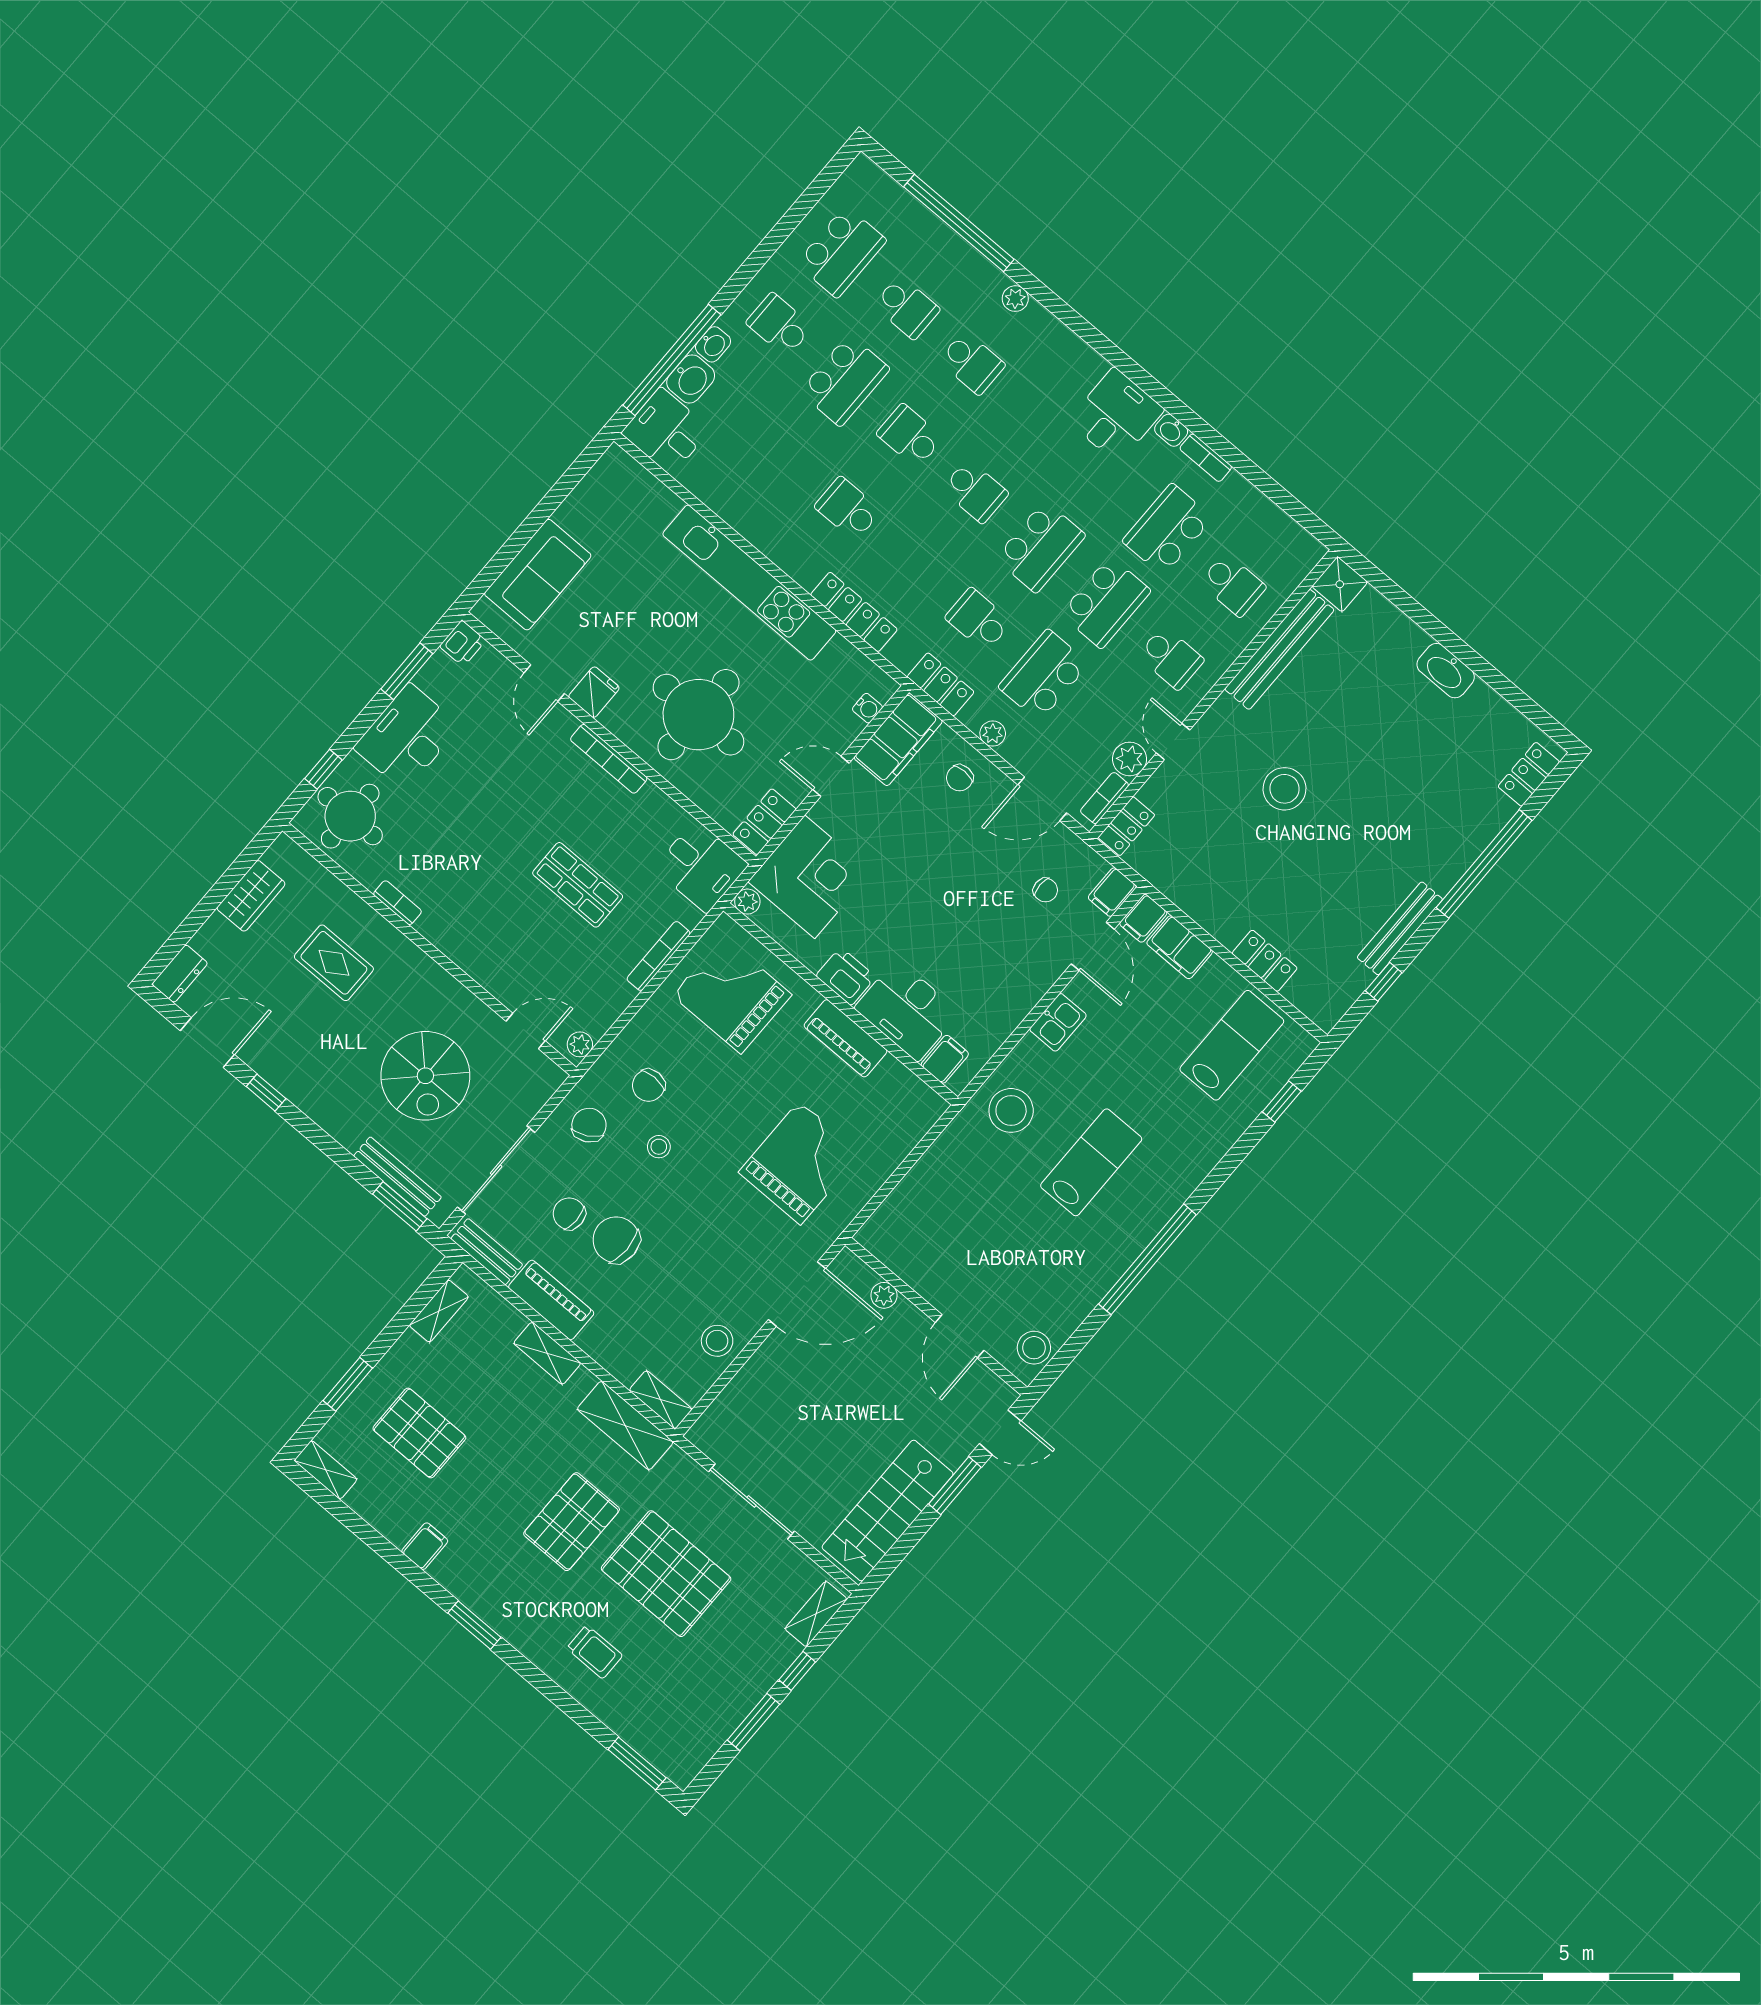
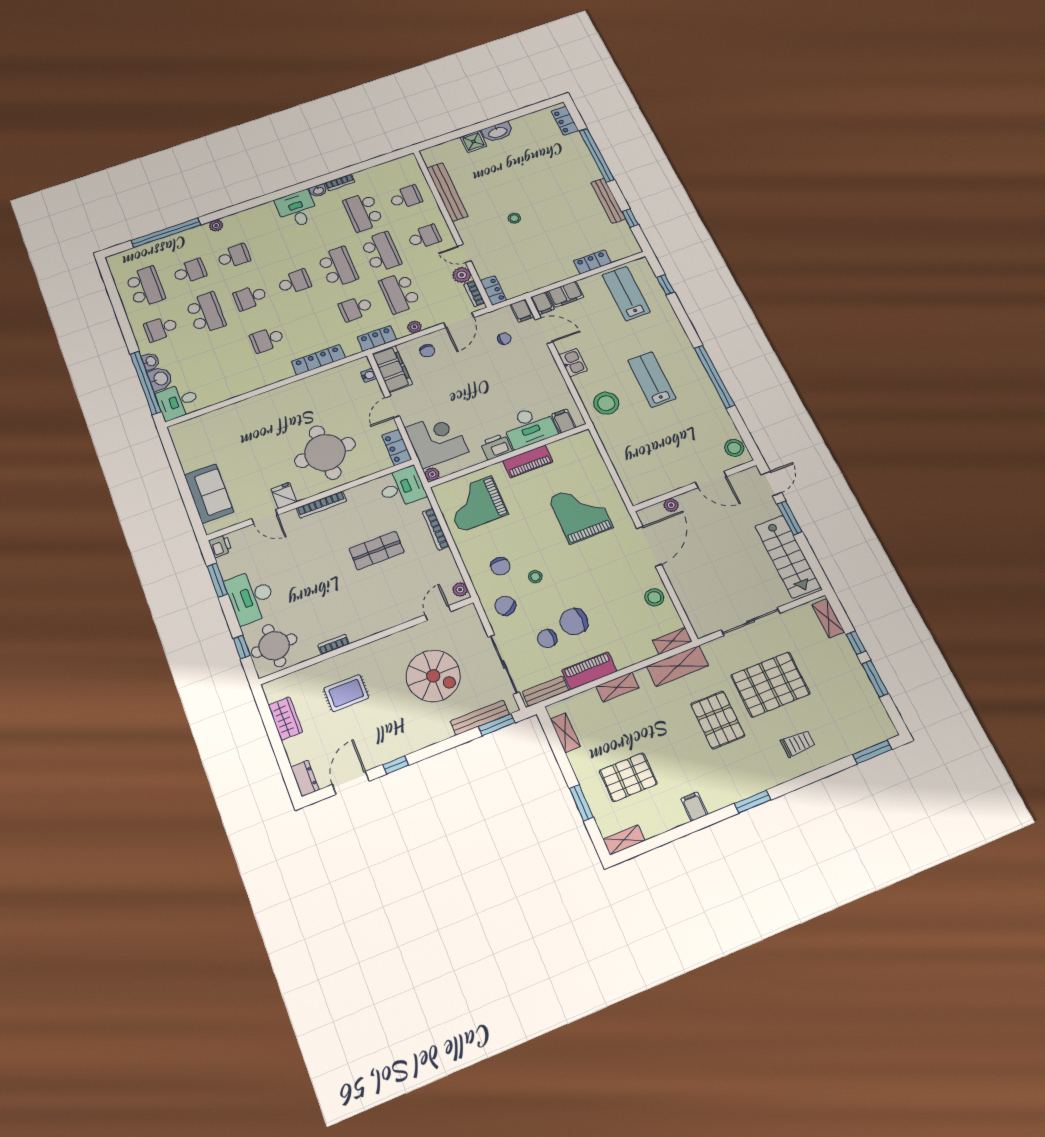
kitchen unit: (749, 583) -> (275, 399), removed
shower: (1340, 584) -> (473, 142), moved
stool: (1284, 789) -> (514, 218), width x0.53, depth x0.53

